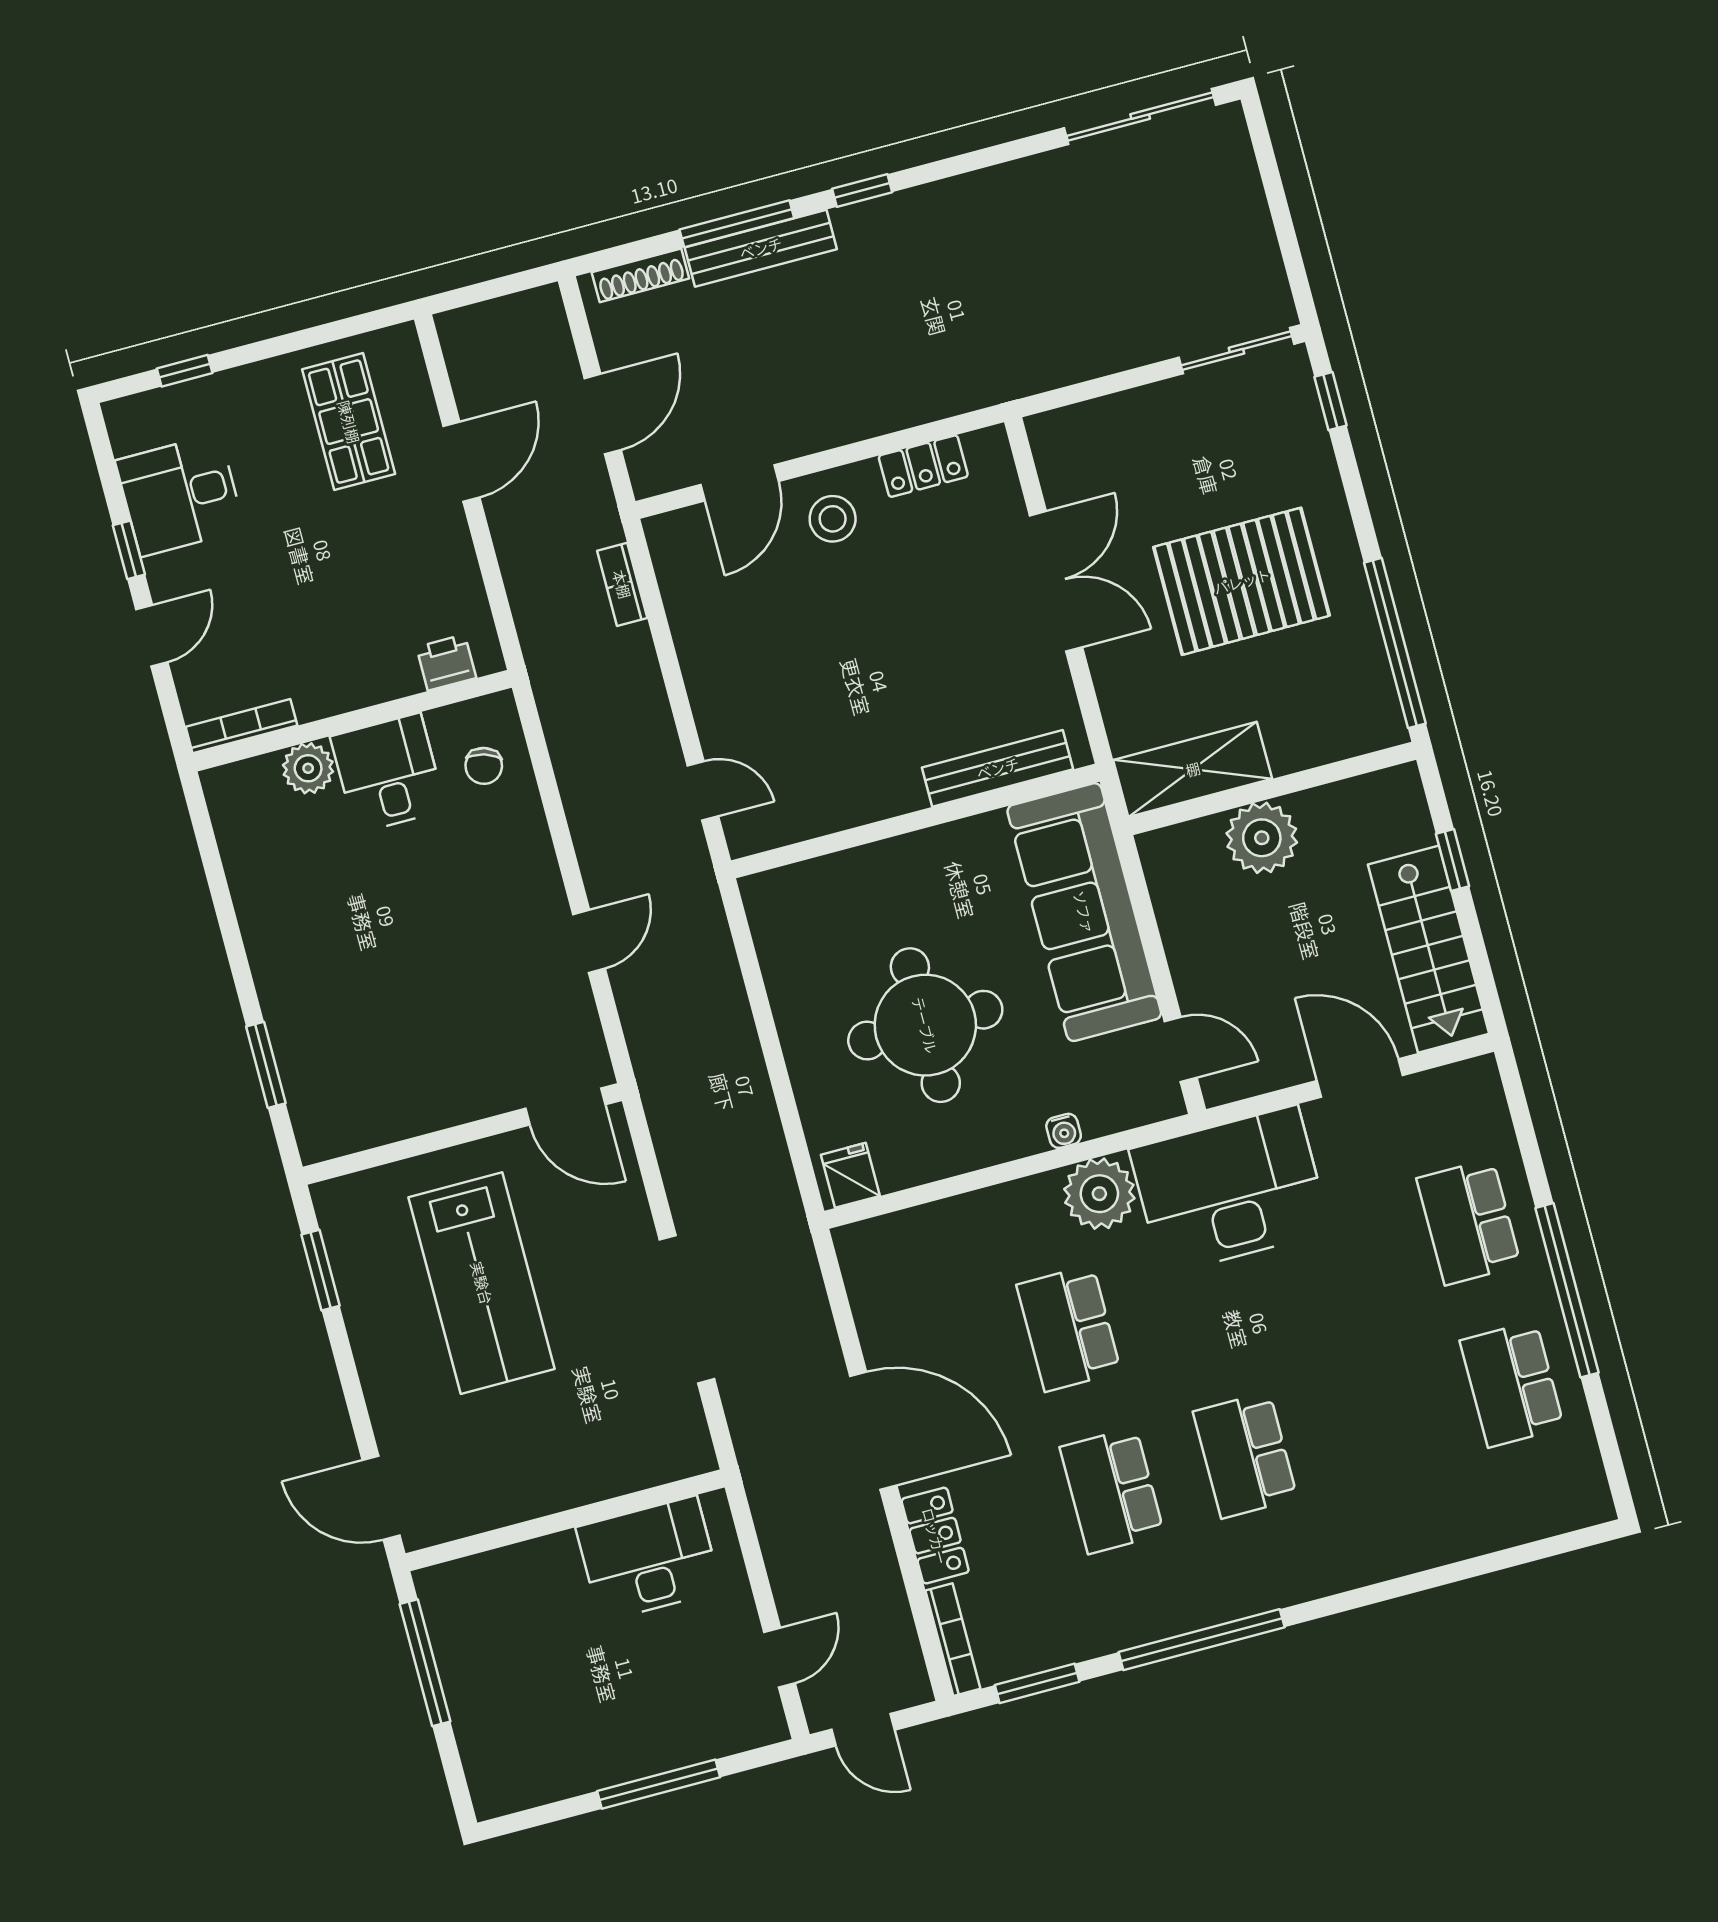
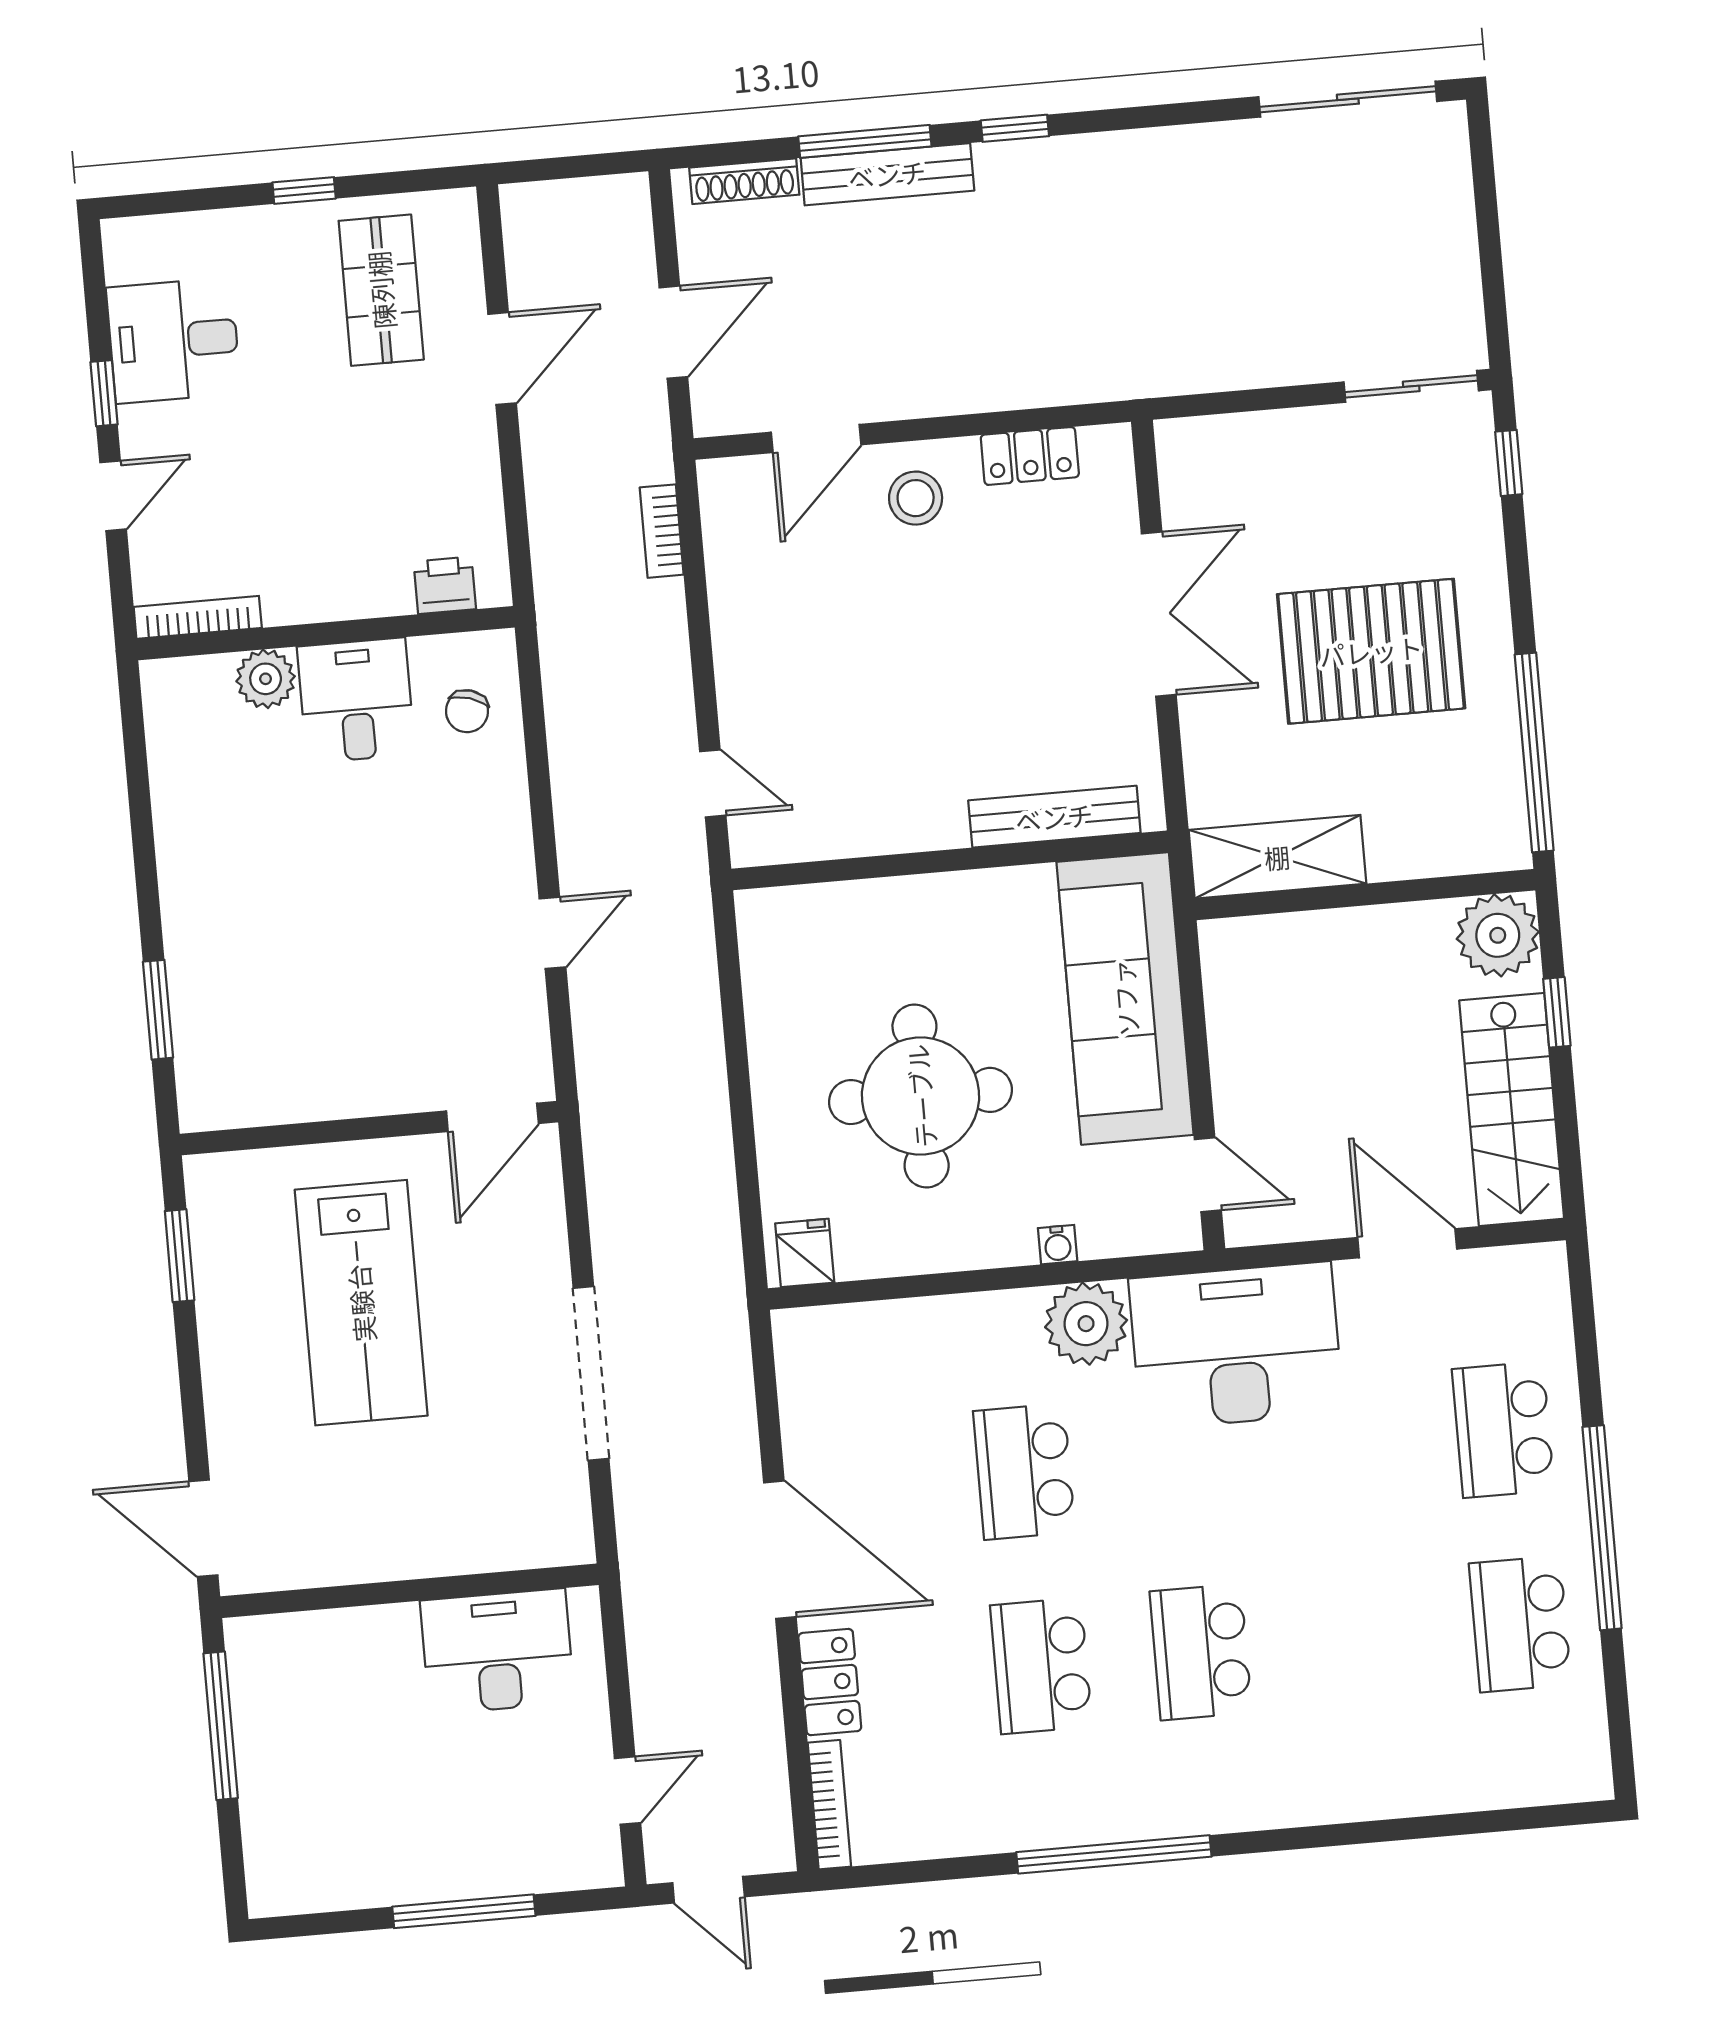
window: (185, 371) -> (304, 191), moved
plant: (1262, 838) -> (1498, 935), moved
door: (565, 1107) -> (492, 1117), hinge flipped
window: (1037, 1683) -> (917, 1872), removed

